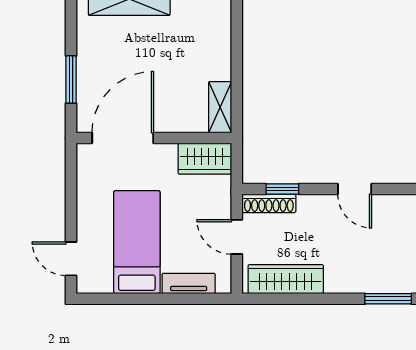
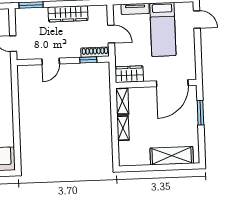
shelving: (221, 56) -> (123, 128), added
door: (355, 189) -> (51, 61), swing flipped
wardrobe: (286, 279) -> (68, 14), moved

